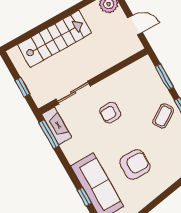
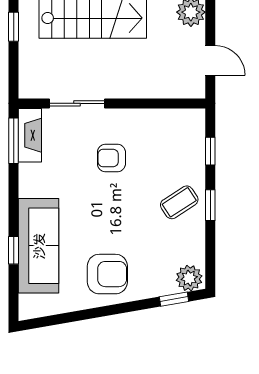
window: (164, 77) -> (210, 151), width x0.67
window: (22, 87) -> (14, 27), moved
armchair: (135, 164) -> (107, 274), moved

